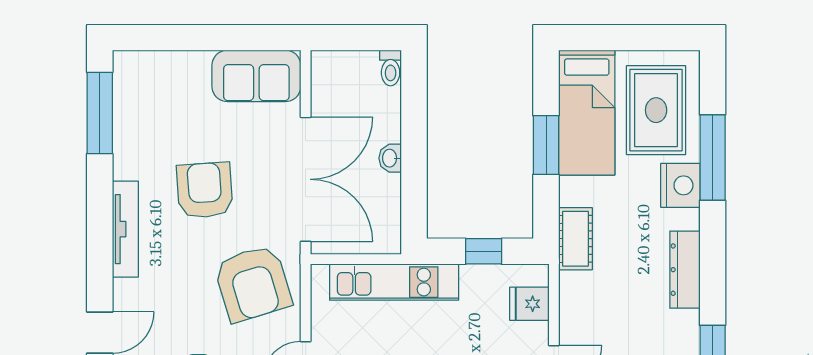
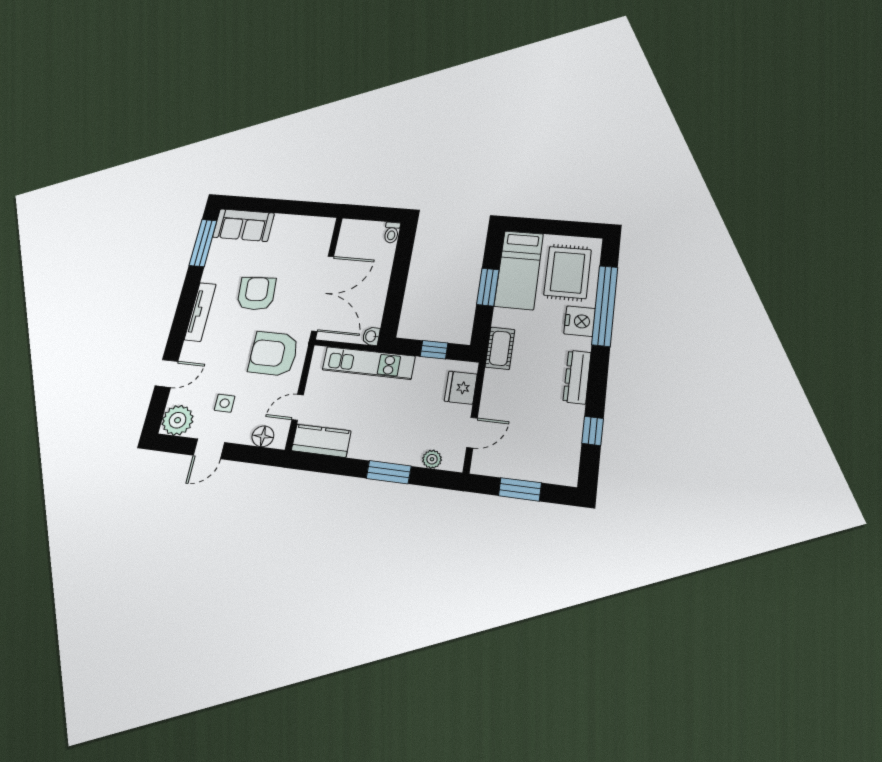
sofa: (256, 76) -> (243, 225), moved
washbasin: (390, 158) -> (371, 336), moved
window: (713, 158) -> (605, 306), width x1.46
armchair: (253, 283) -> (274, 354), turned 107
fridge: (529, 304) -> (461, 388), width x1.38

